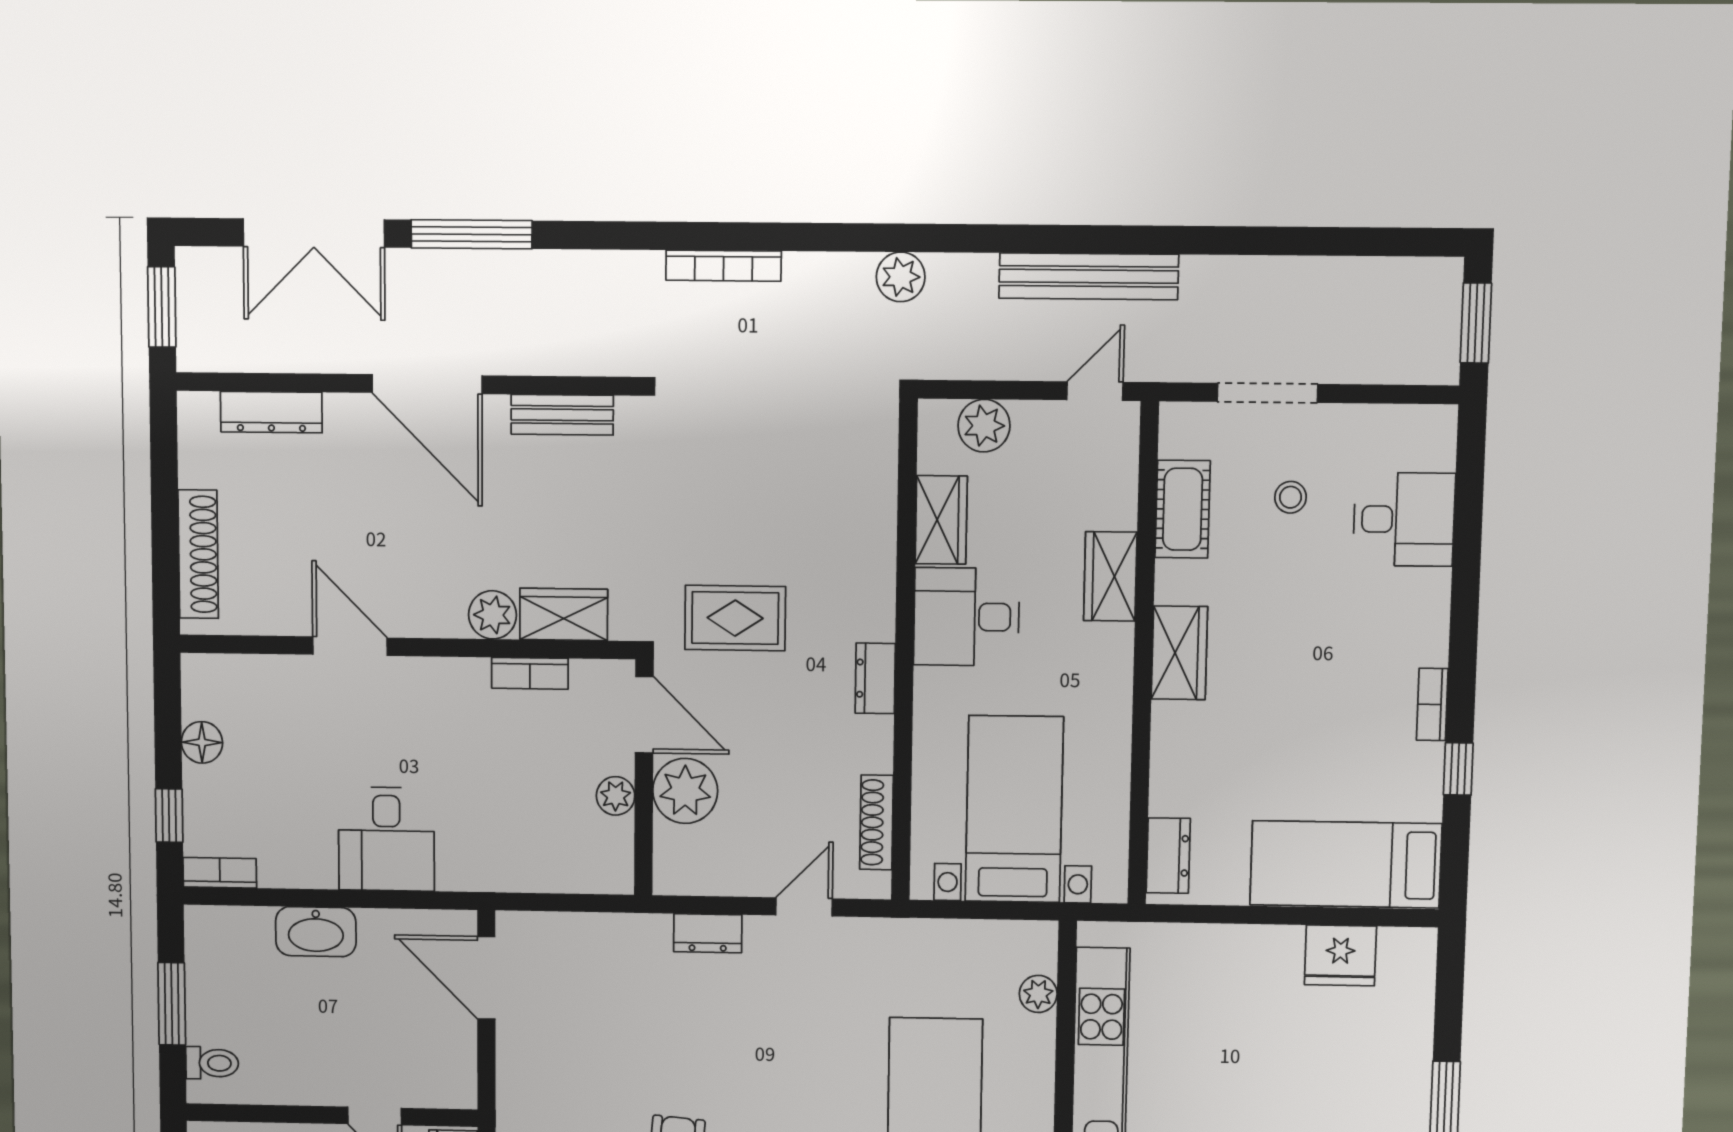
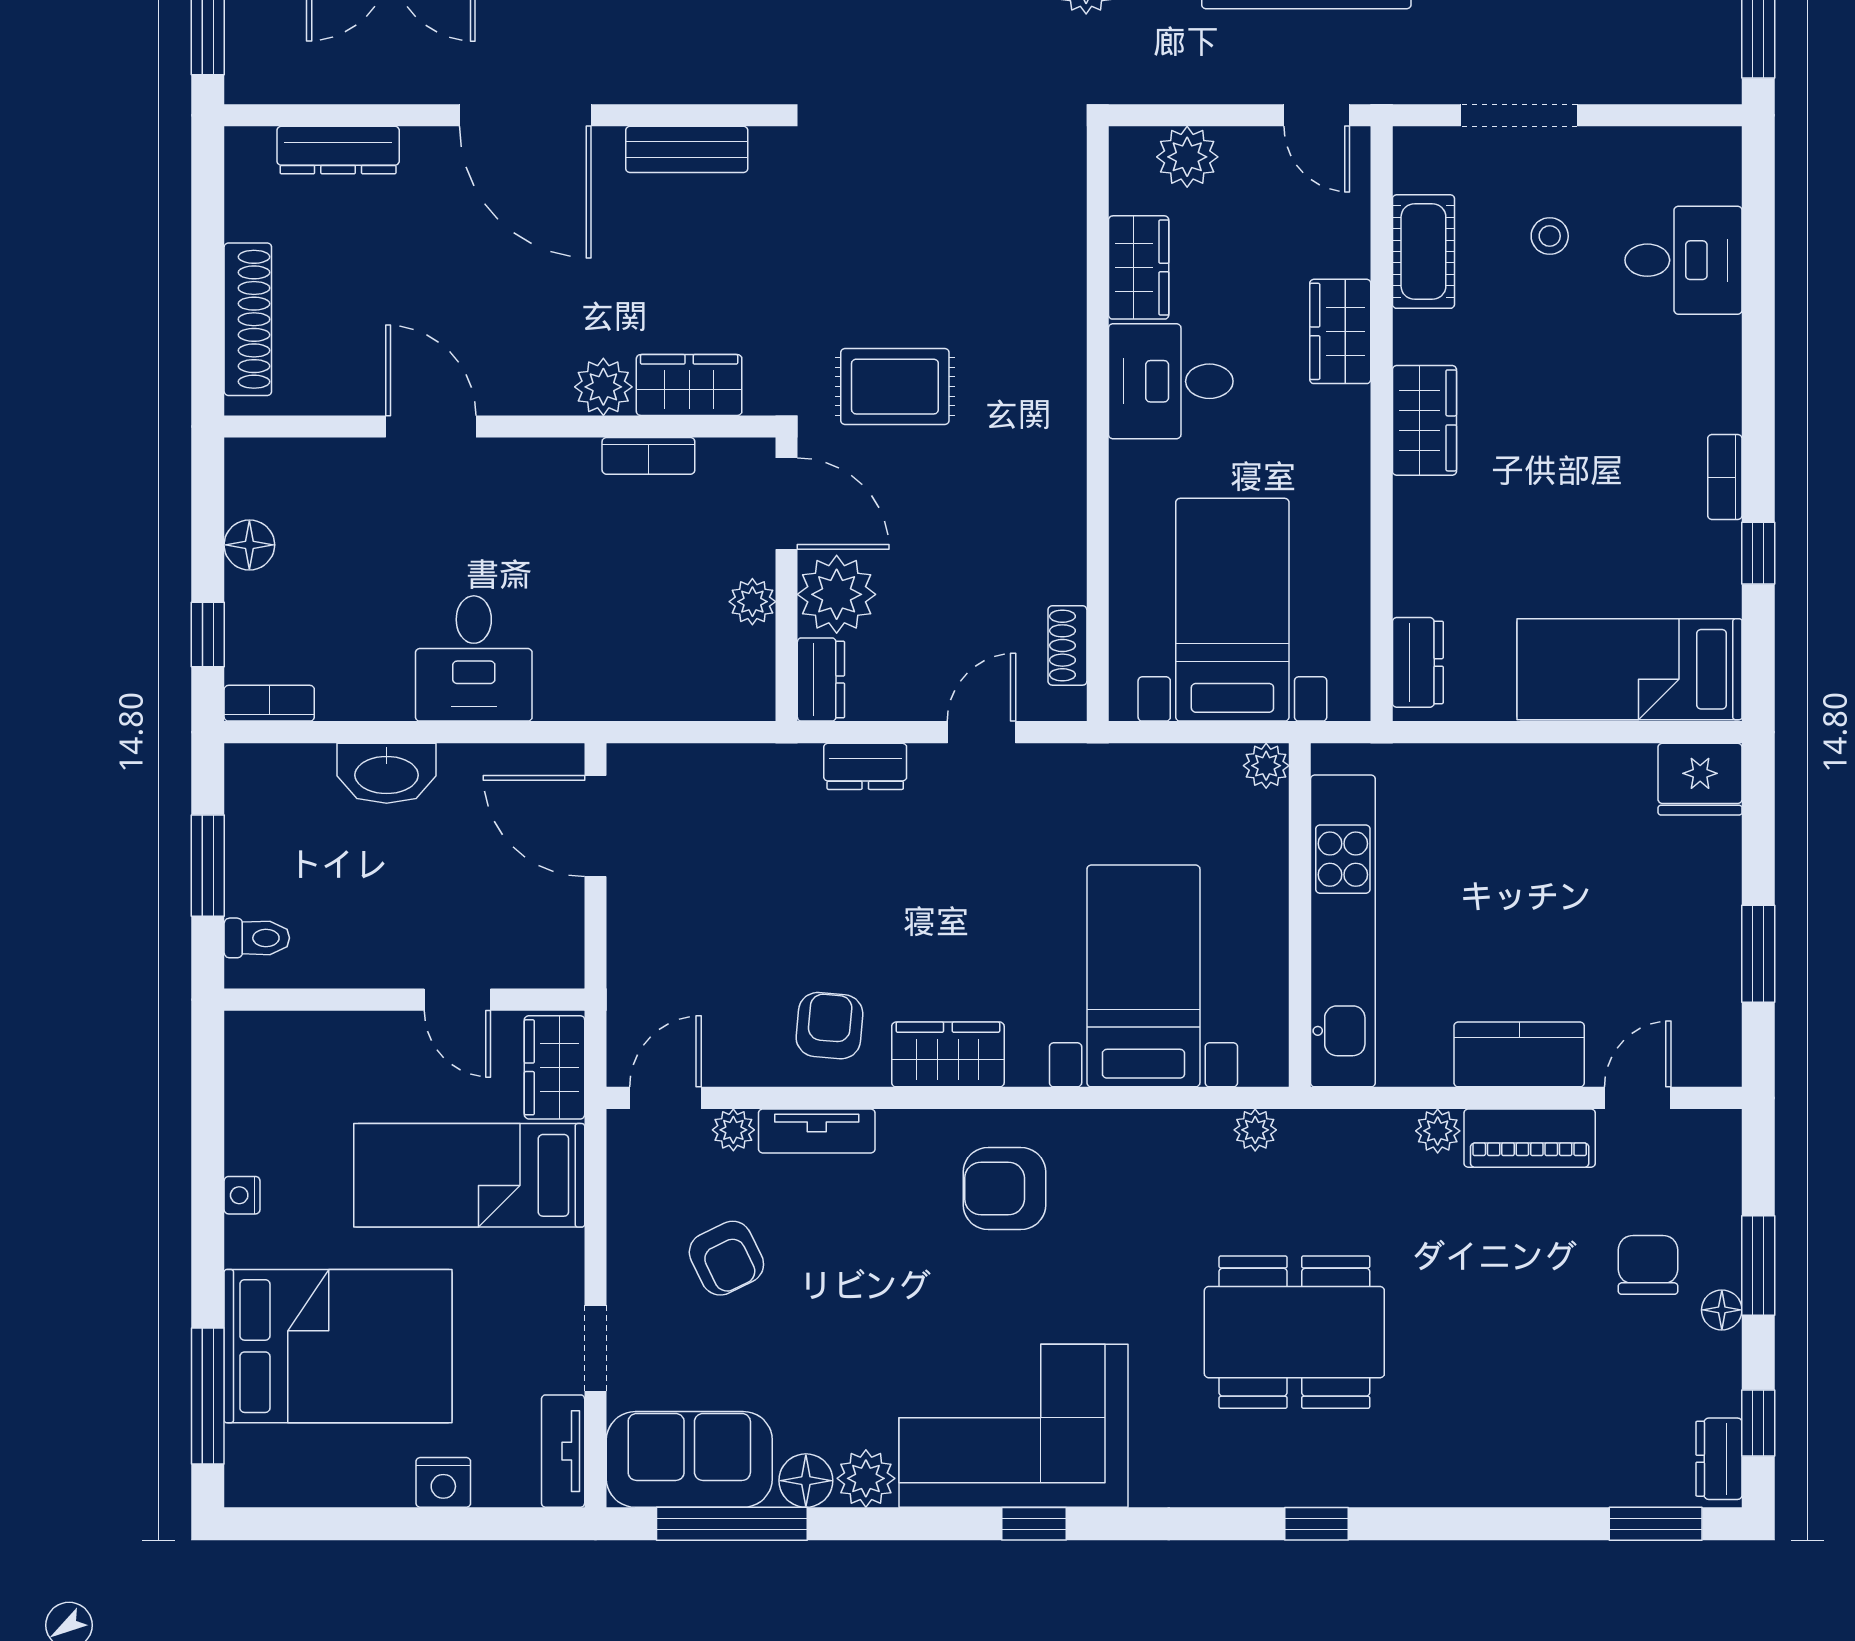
door: (1095, 391) -> (1317, 115), swing flipped
dresser: (875, 678) -> (821, 680), moved, turned 180
shoe rack: (876, 822) -> (1067, 645), width x0.70
fridge: (1340, 955) -> (1700, 779), moved
plant: (1038, 994) -> (1266, 766), moved

